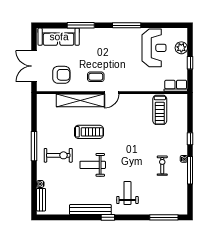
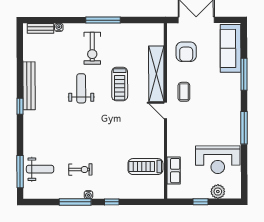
row of seats: (176, 86) -> (174, 171), moved
weight bench: (127, 193) -> (40, 169), moved

